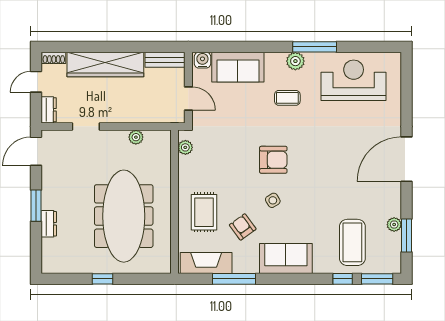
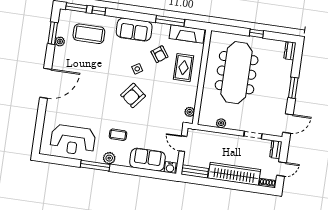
armchair: (273, 160) -> (133, 95), turned -51
dresser: (49, 224) -> (290, 51), moved
coffee table: (352, 242) -> (89, 34), turned 90

